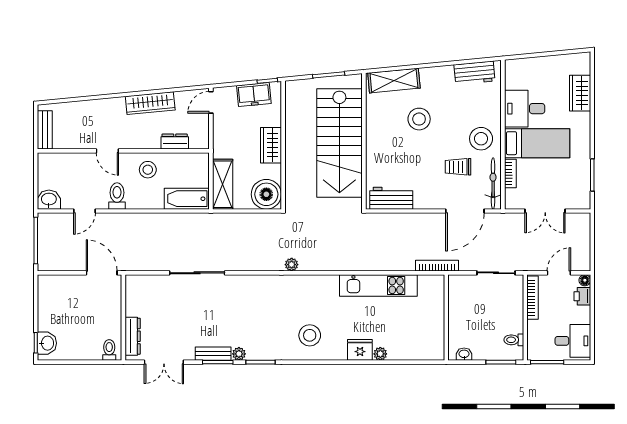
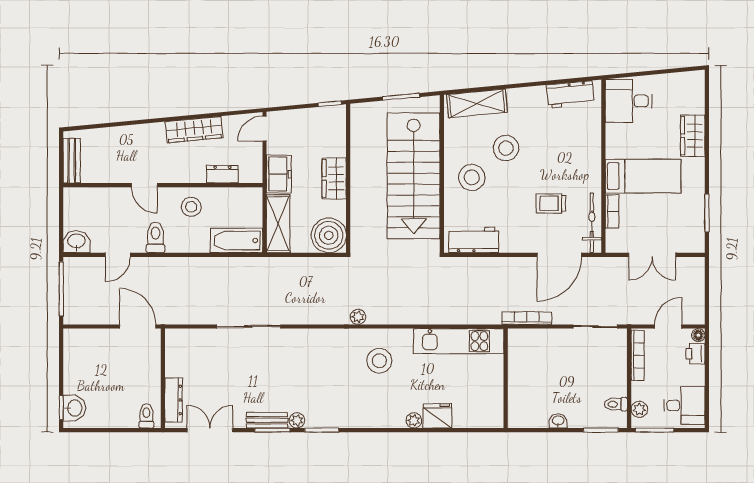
wardrobe: (580, 93) -> (693, 136), moved
freezer: (254, 95) -> (279, 174), moved, turned -85
desk: (525, 109) -> (629, 101), moved
stool: (481, 139) -> (472, 177), moved
wall: (446, 317) -> (506, 378), moved
stool: (310, 335) -> (379, 361), moved
plant: (534, 344) -> (639, 409), added
plant: (380, 354) -> (414, 420), moved
double door: (164, 362) -> (210, 430), swing flipped

